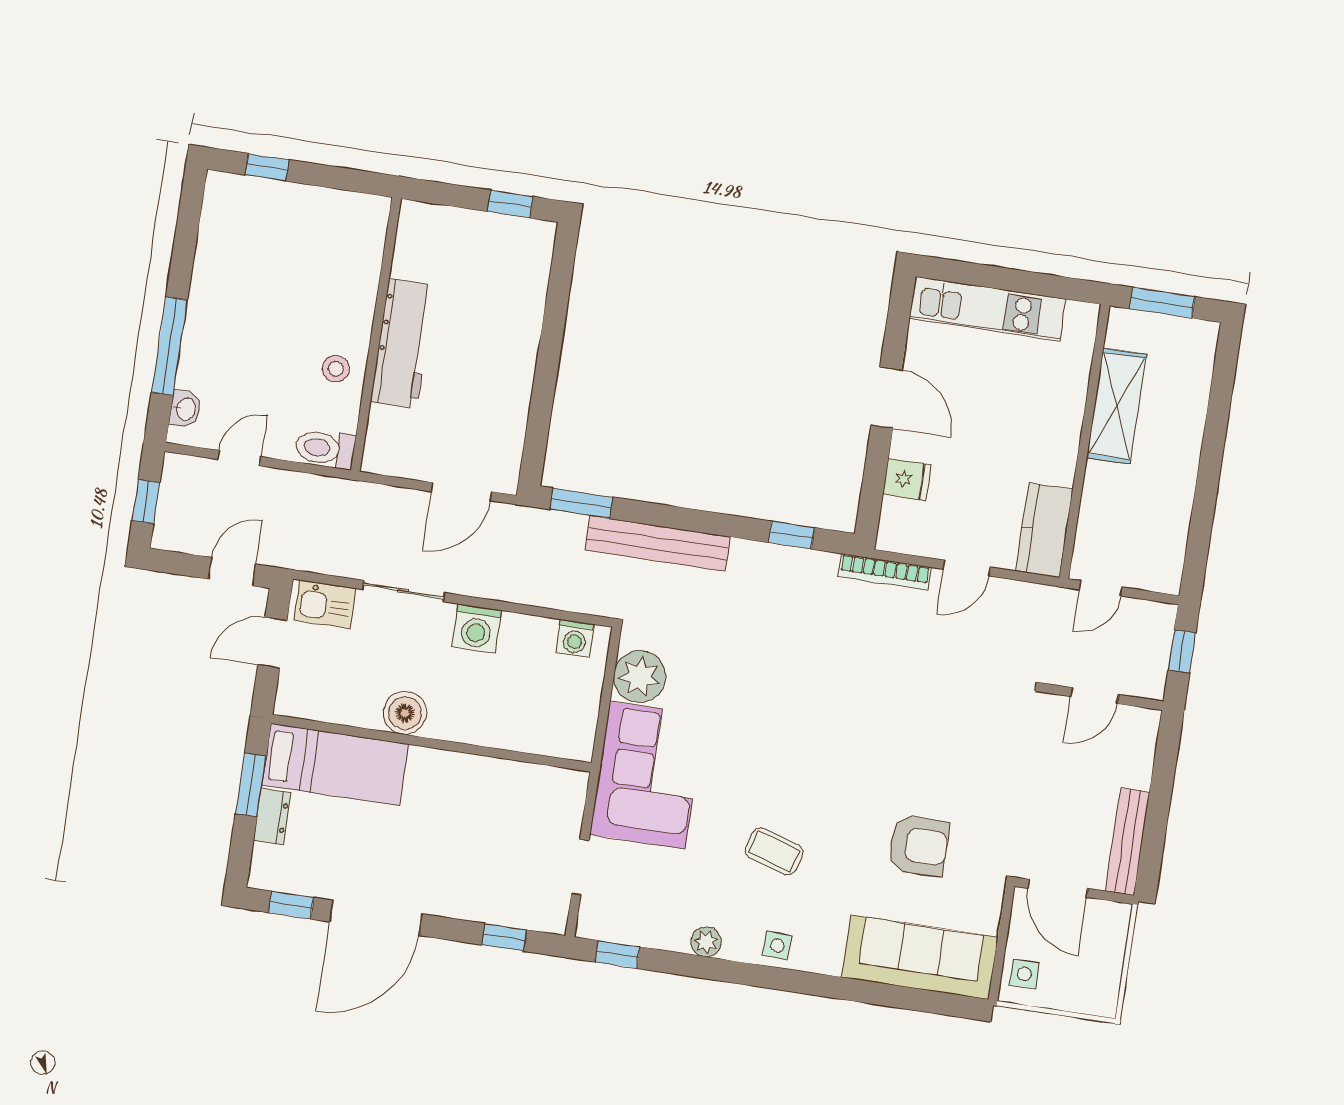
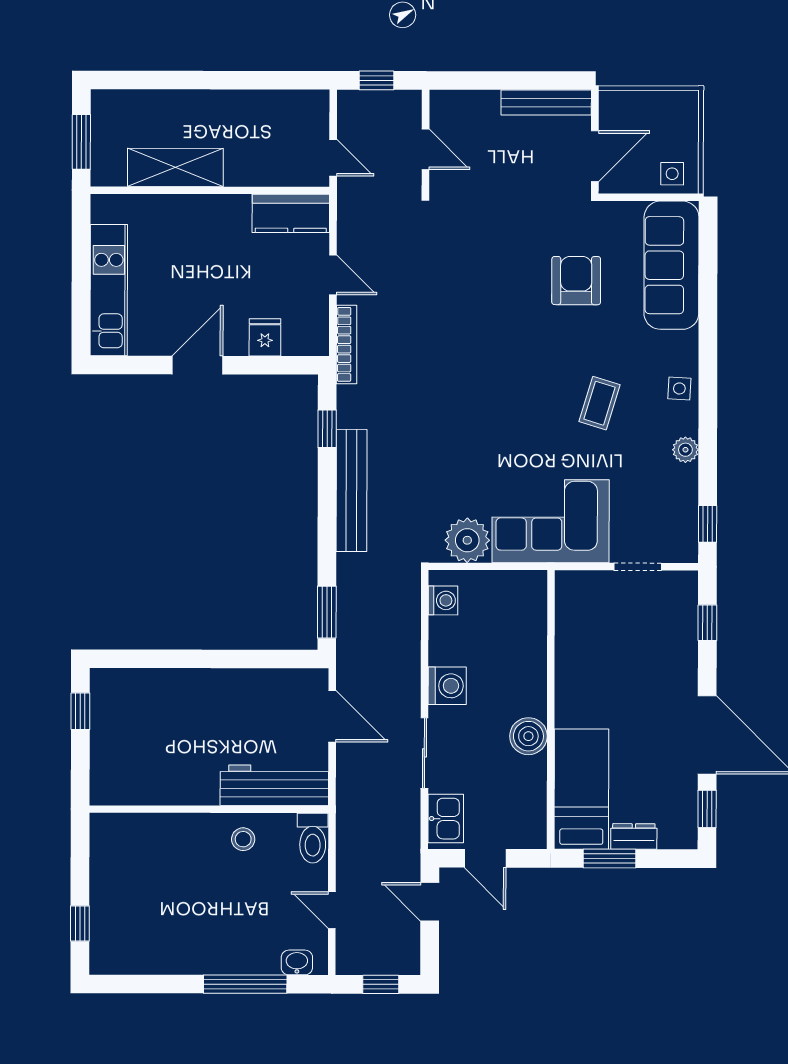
workbench: (403, 343) -> (274, 785), moved
bench: (658, 543) -> (351, 490), moved

